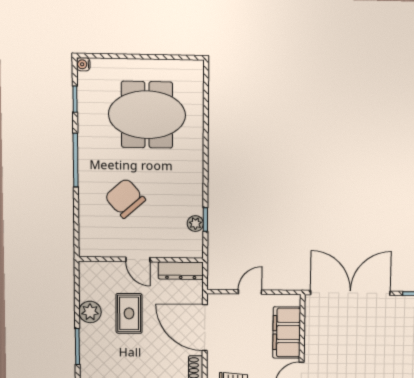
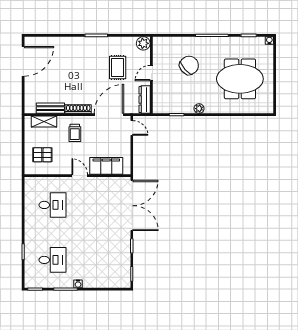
meeting table: (147, 115) -> (240, 79), turned 90
plant: (195, 224) -> (199, 109), moved
door: (250, 292) -> (132, 128), moved
plant: (90, 312) -> (143, 43), moved
rug: (129, 313) -> (118, 68), turned 90

